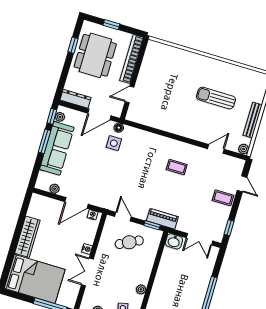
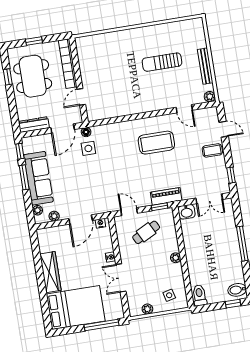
plant: (60, 117) -> (38, 210), moved
door: (216, 149) -> (184, 109), swing flipped
coffee table: (177, 167) -> (156, 143), width x1.86, depth x1.72
plant: (141, 289) -> (176, 258), moved

